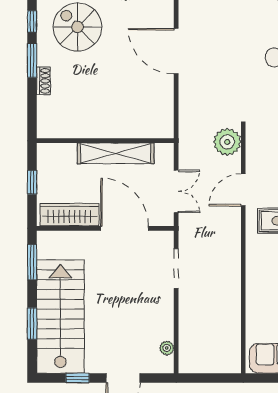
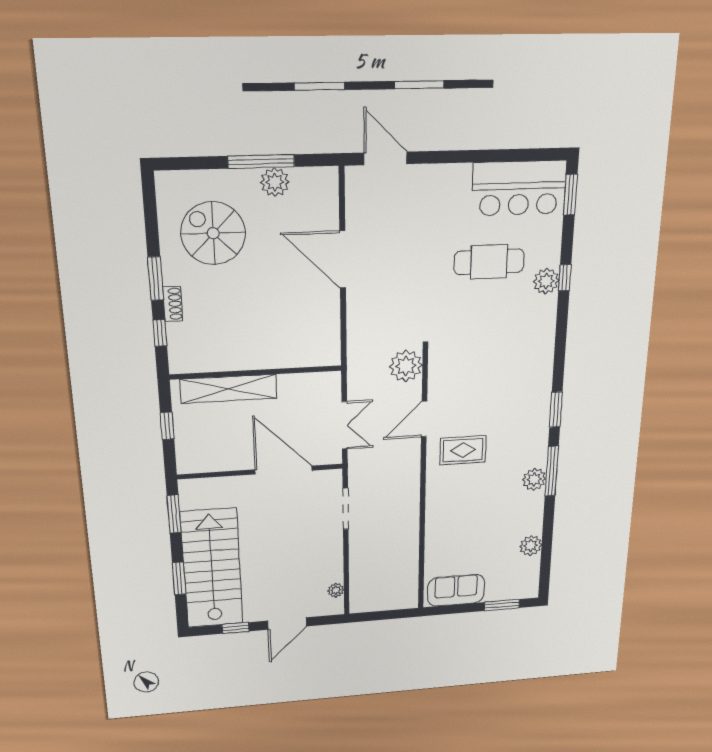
window: (32, 21) -> (160, 333), moved
shelving: (116, 153) -> (229, 389), moved
wardrobe: (69, 215) -> (216, 459), removed

